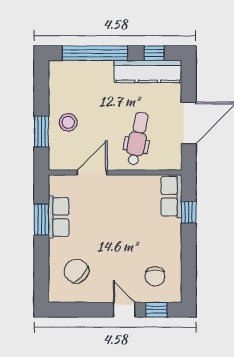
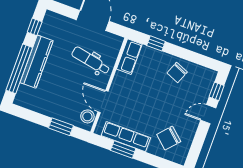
kitchen counter: (148, 71) -> (37, 62), moved
stool: (68, 122) -> (87, 116), moved
row of seats: (171, 196) -> (129, 57), moved, turned -90
row of seats: (59, 217) -> (126, 137), width x1.48
chair: (155, 276) -> (177, 72), moved, turned 112

